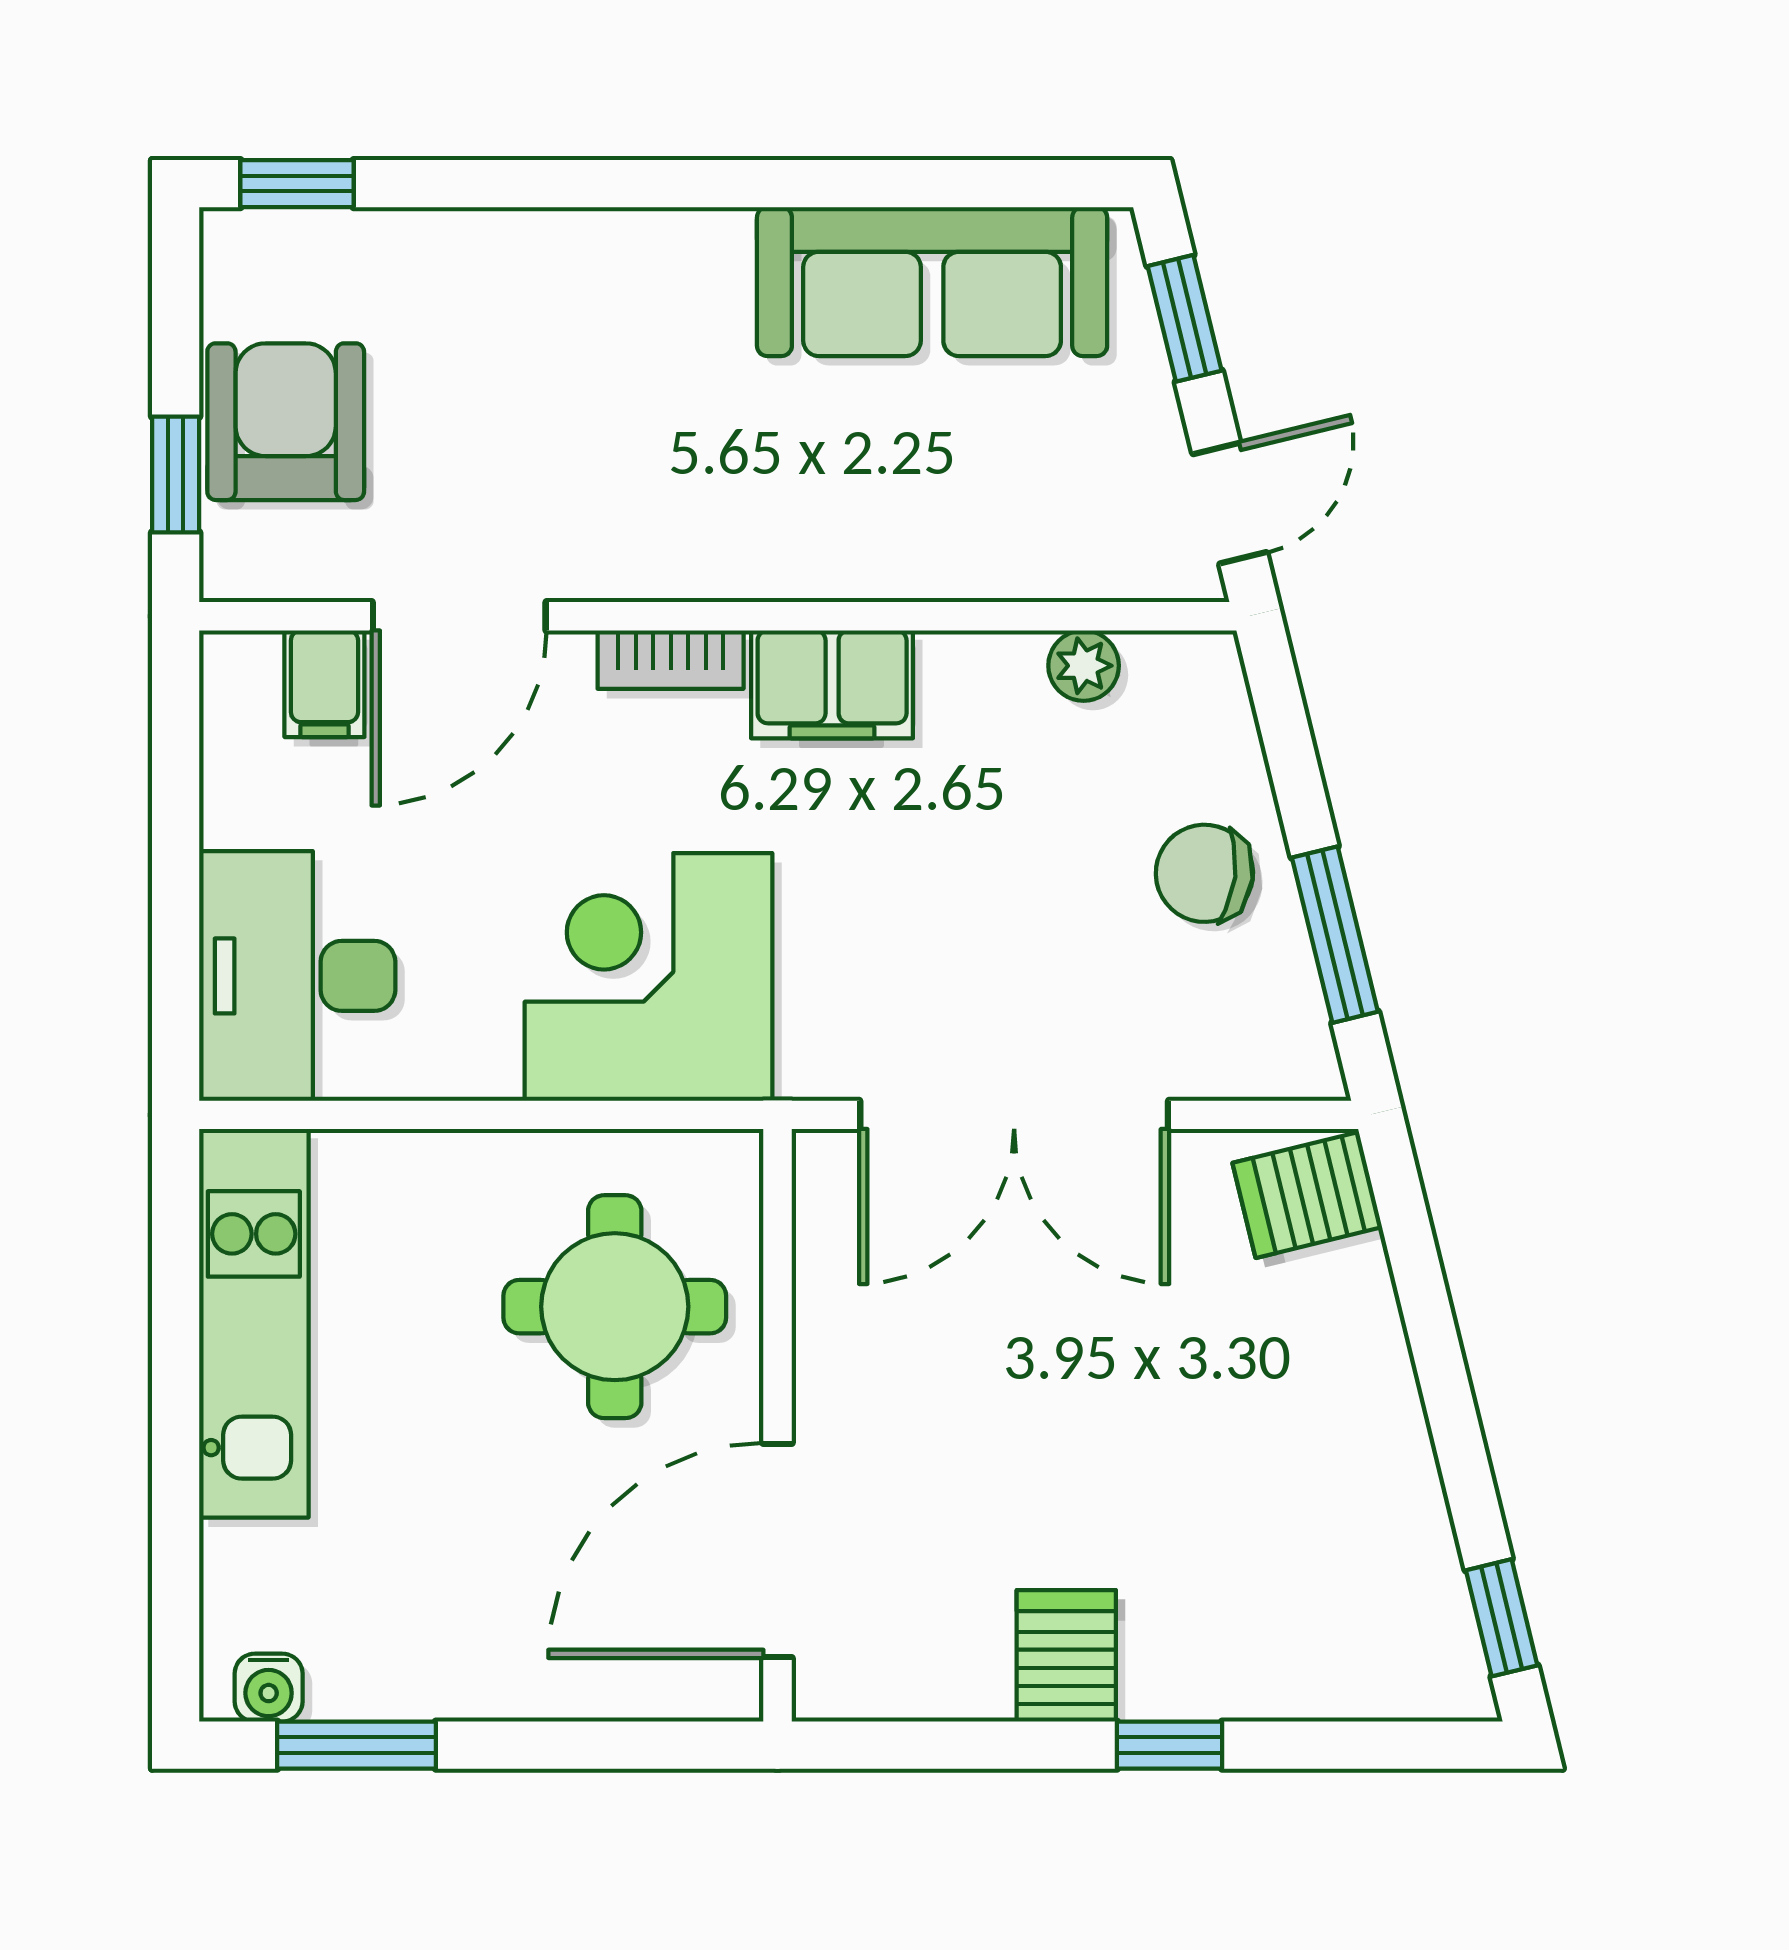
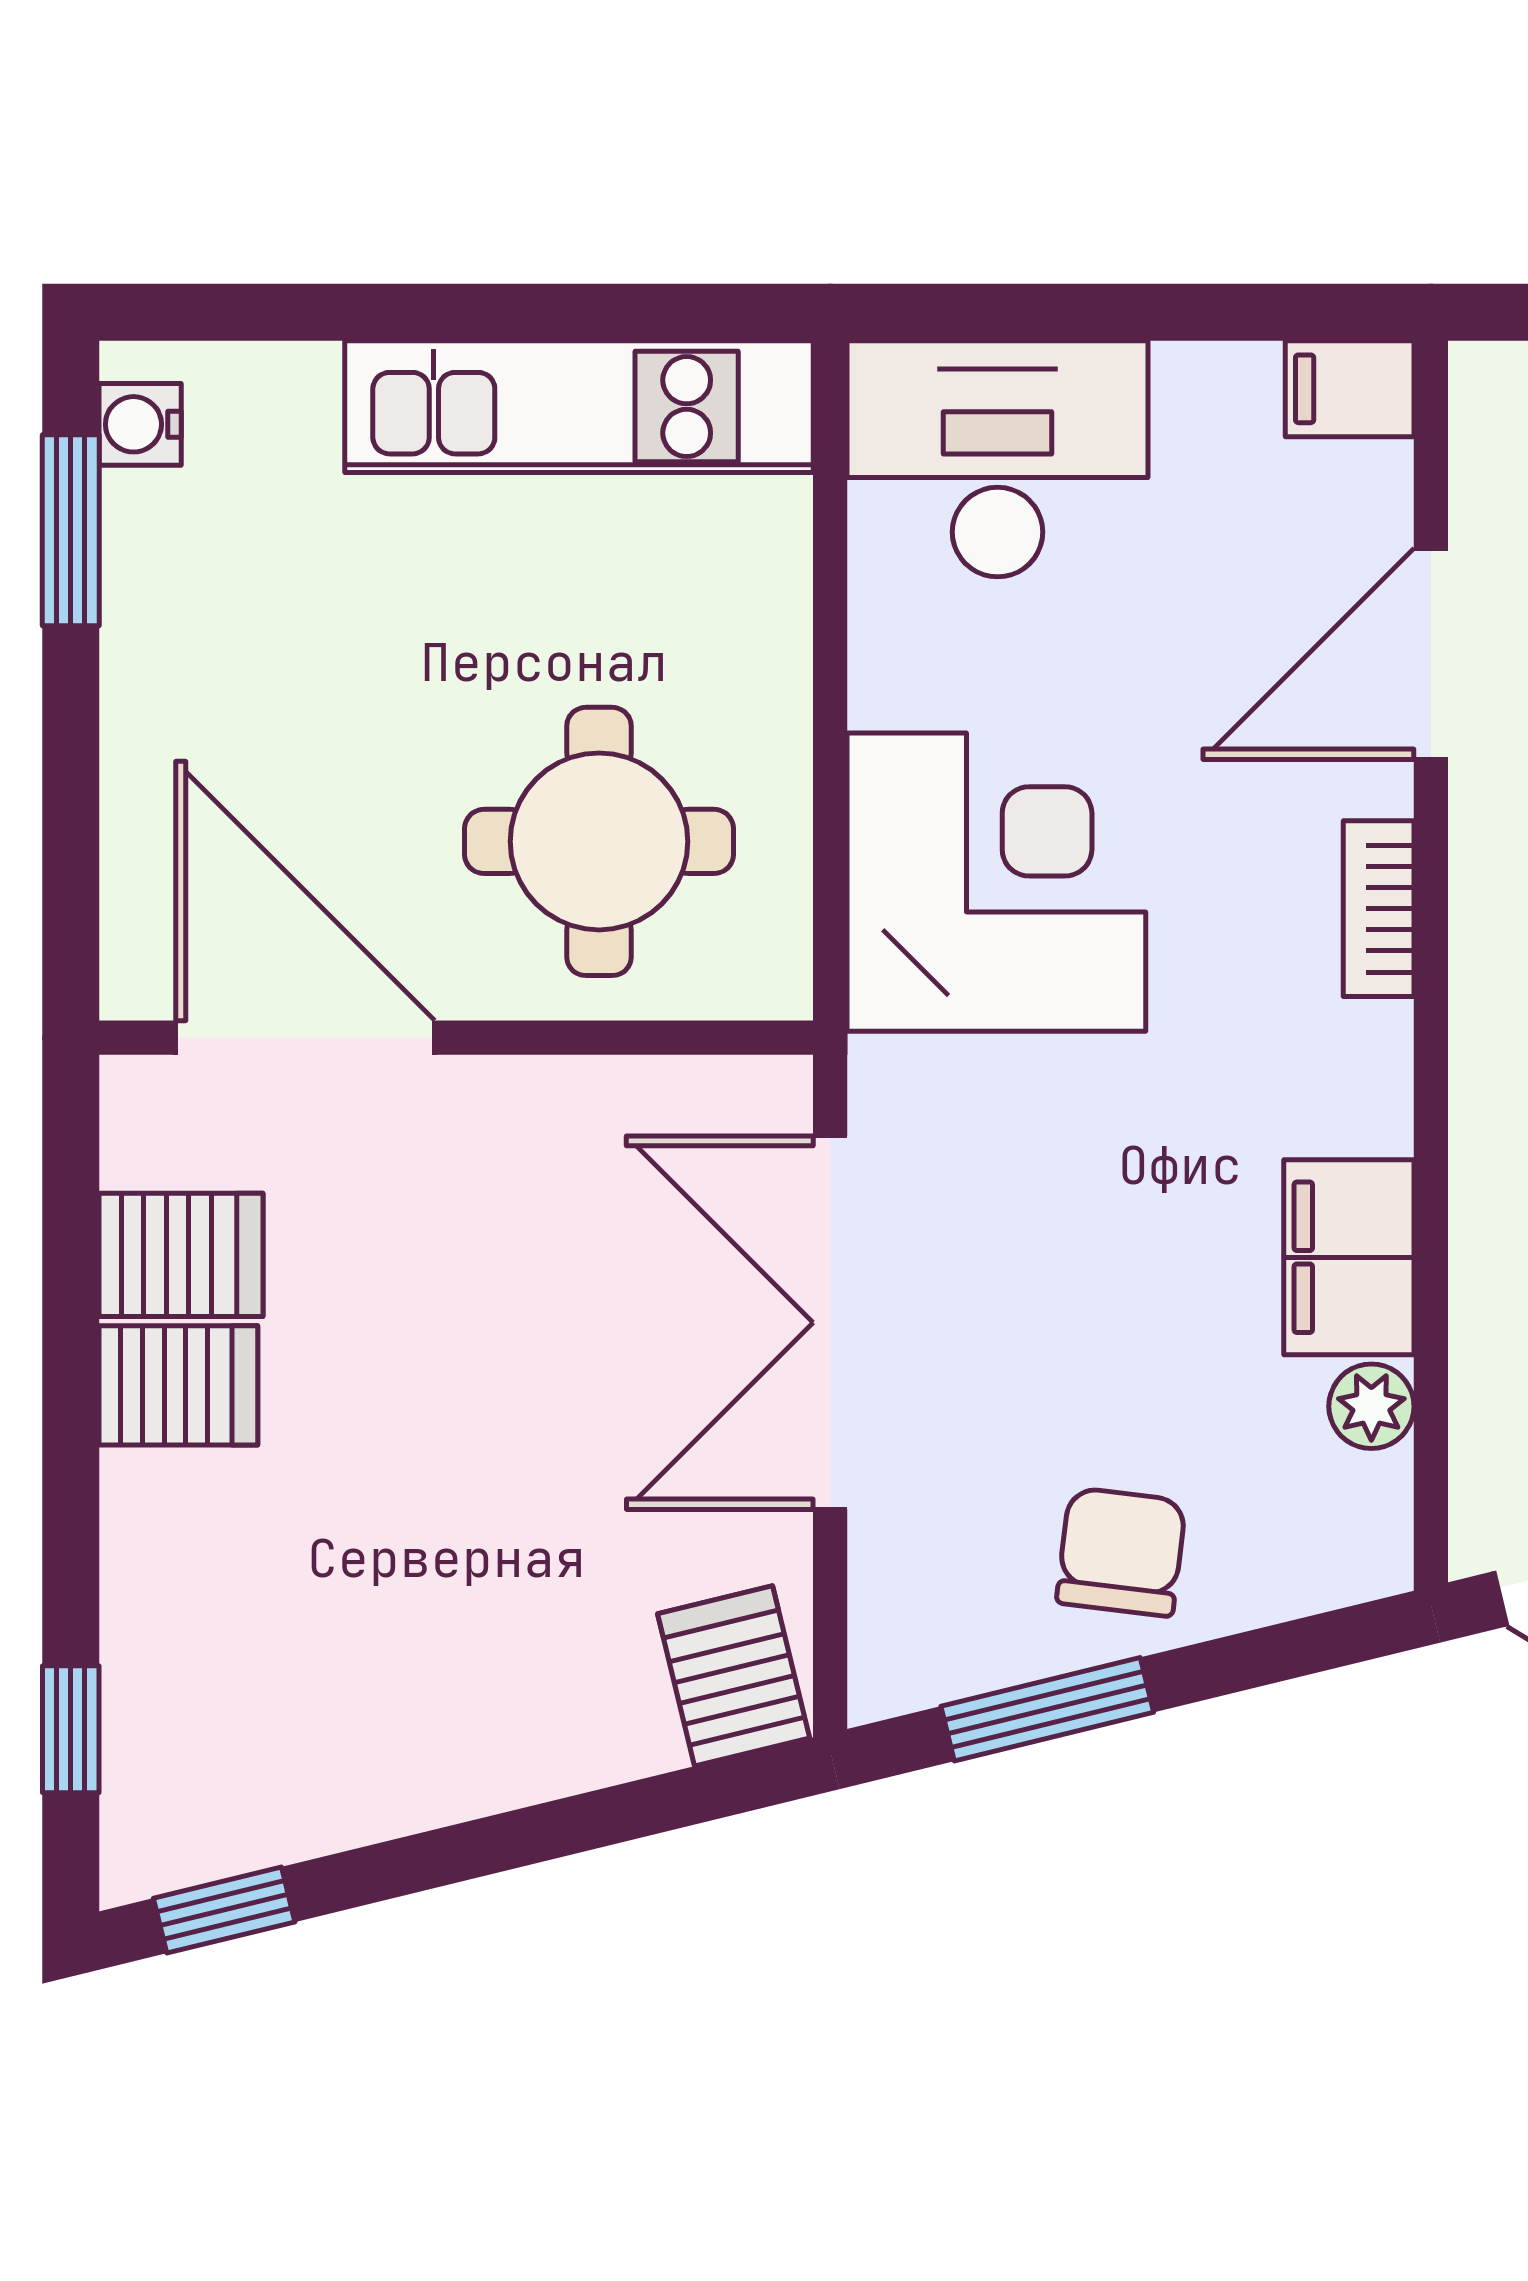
door: (459, 616) -> (1431, 654), hinge flipped
filing cabinet: (324, 684) -> (1350, 389), moved
filing cabinet: (832, 684) -> (1349, 1257), moved
server rack: (958, 1654) -> (181, 1255), added
window: (1169, 1745) -> (71, 1729), moved

